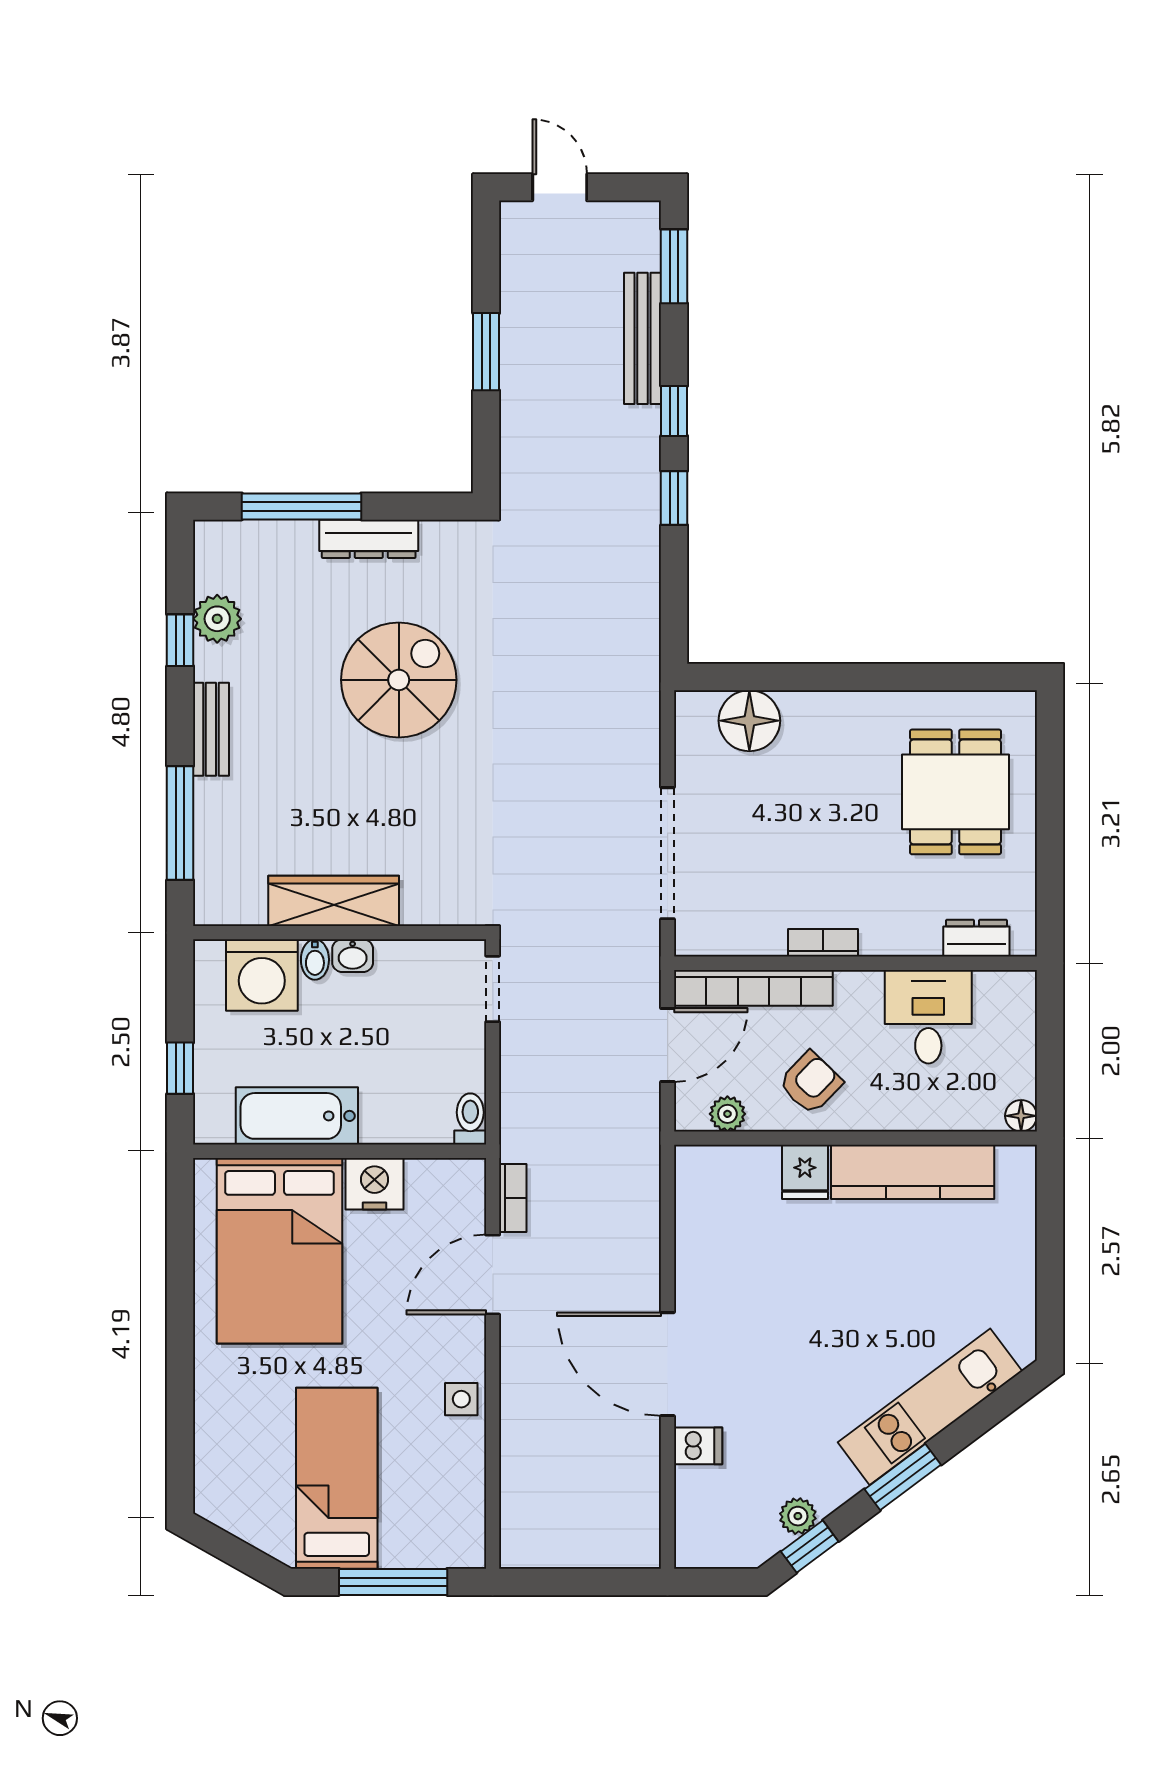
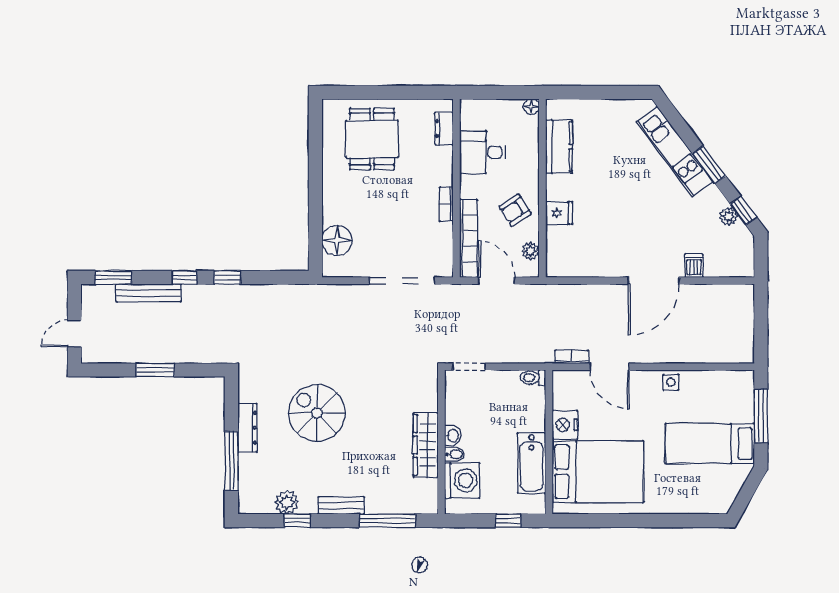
dining table: (955, 792) -> (372, 139), turned 90
armchair: (811, 1083) -> (515, 210), turned -77
kitchen counter: (913, 1172) -> (559, 147), width x0.67

